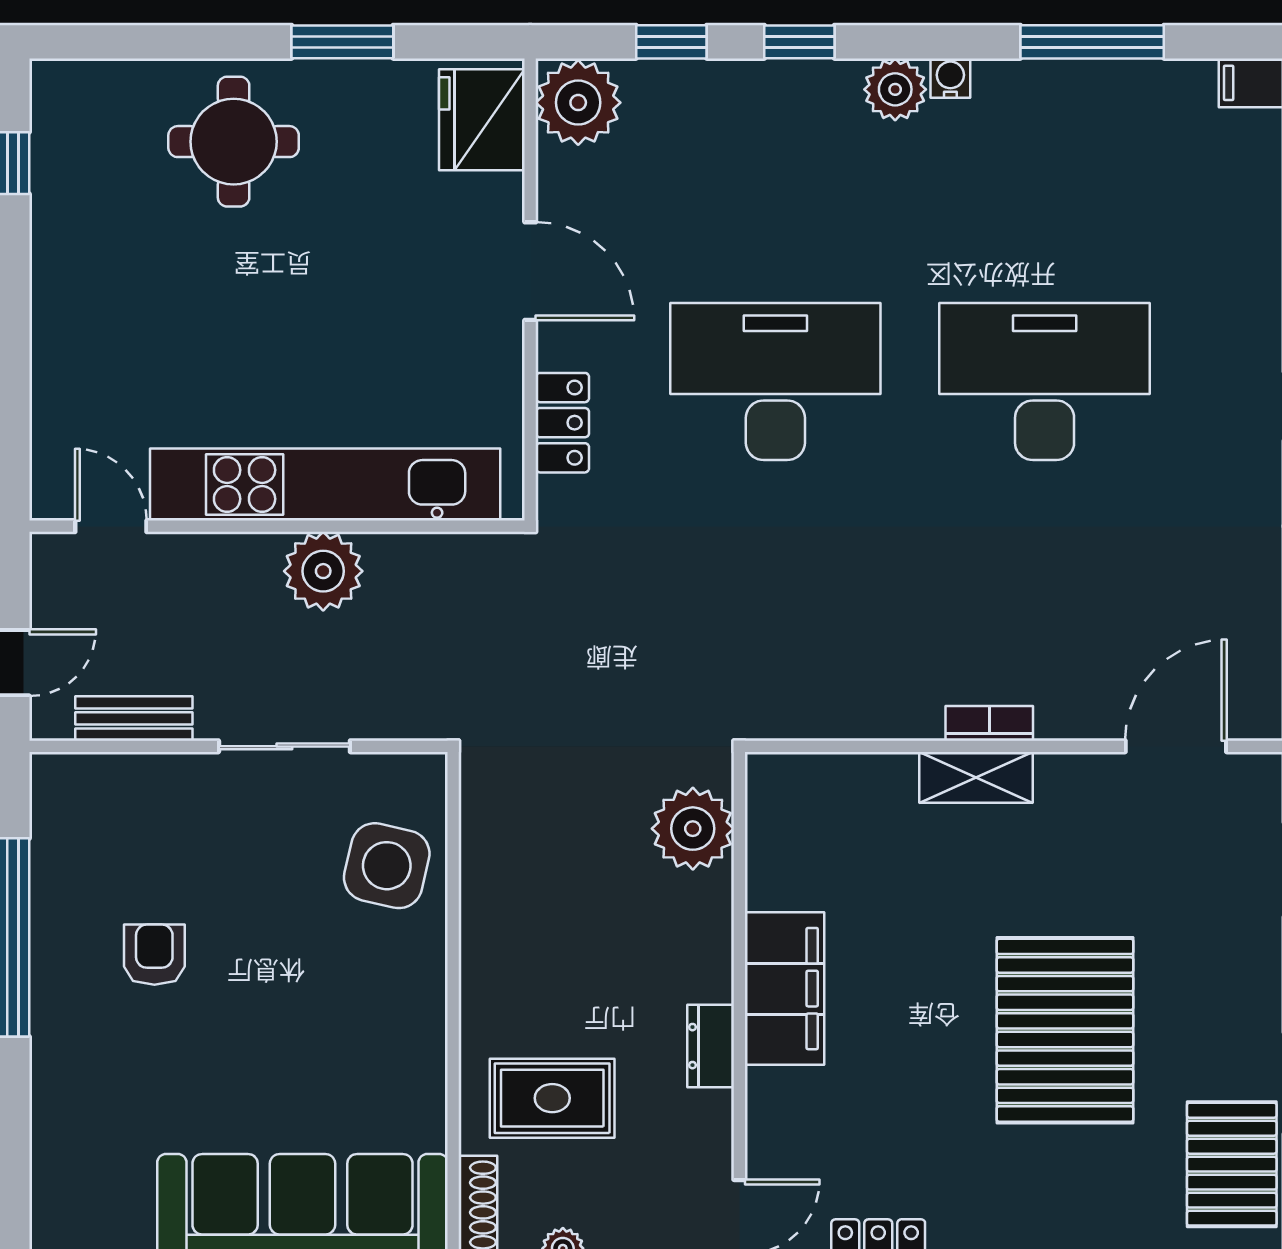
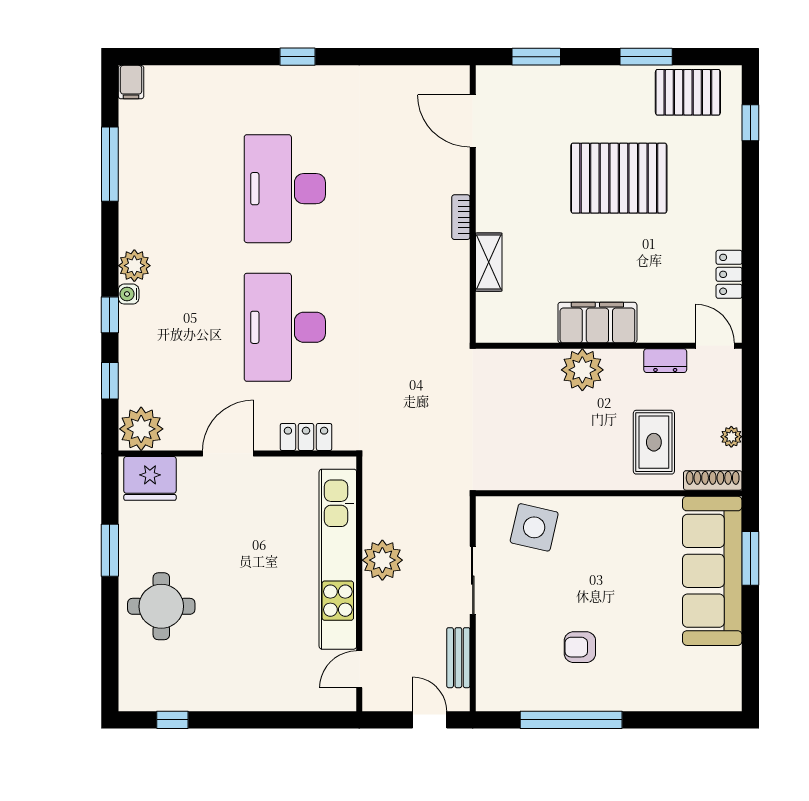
water cooler: (950, 78) -> (129, 294), moved
shelving: (976, 777) -> (489, 262), moved
plant: (693, 829) -> (582, 370), moved
dresser: (711, 1046) -> (665, 361), moved

